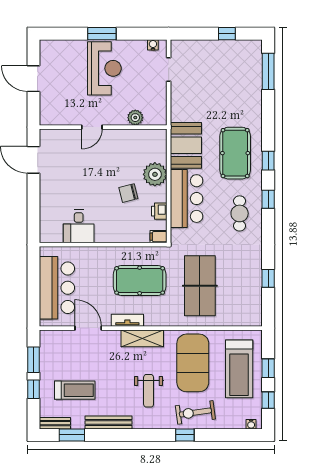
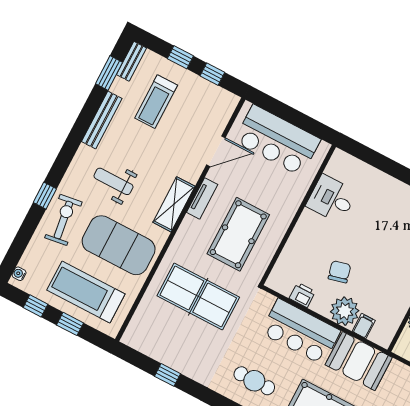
filing cabinet: (158, 237) -> (364, 326), moved
window: (33, 360) -> (212, 74), width x0.67

